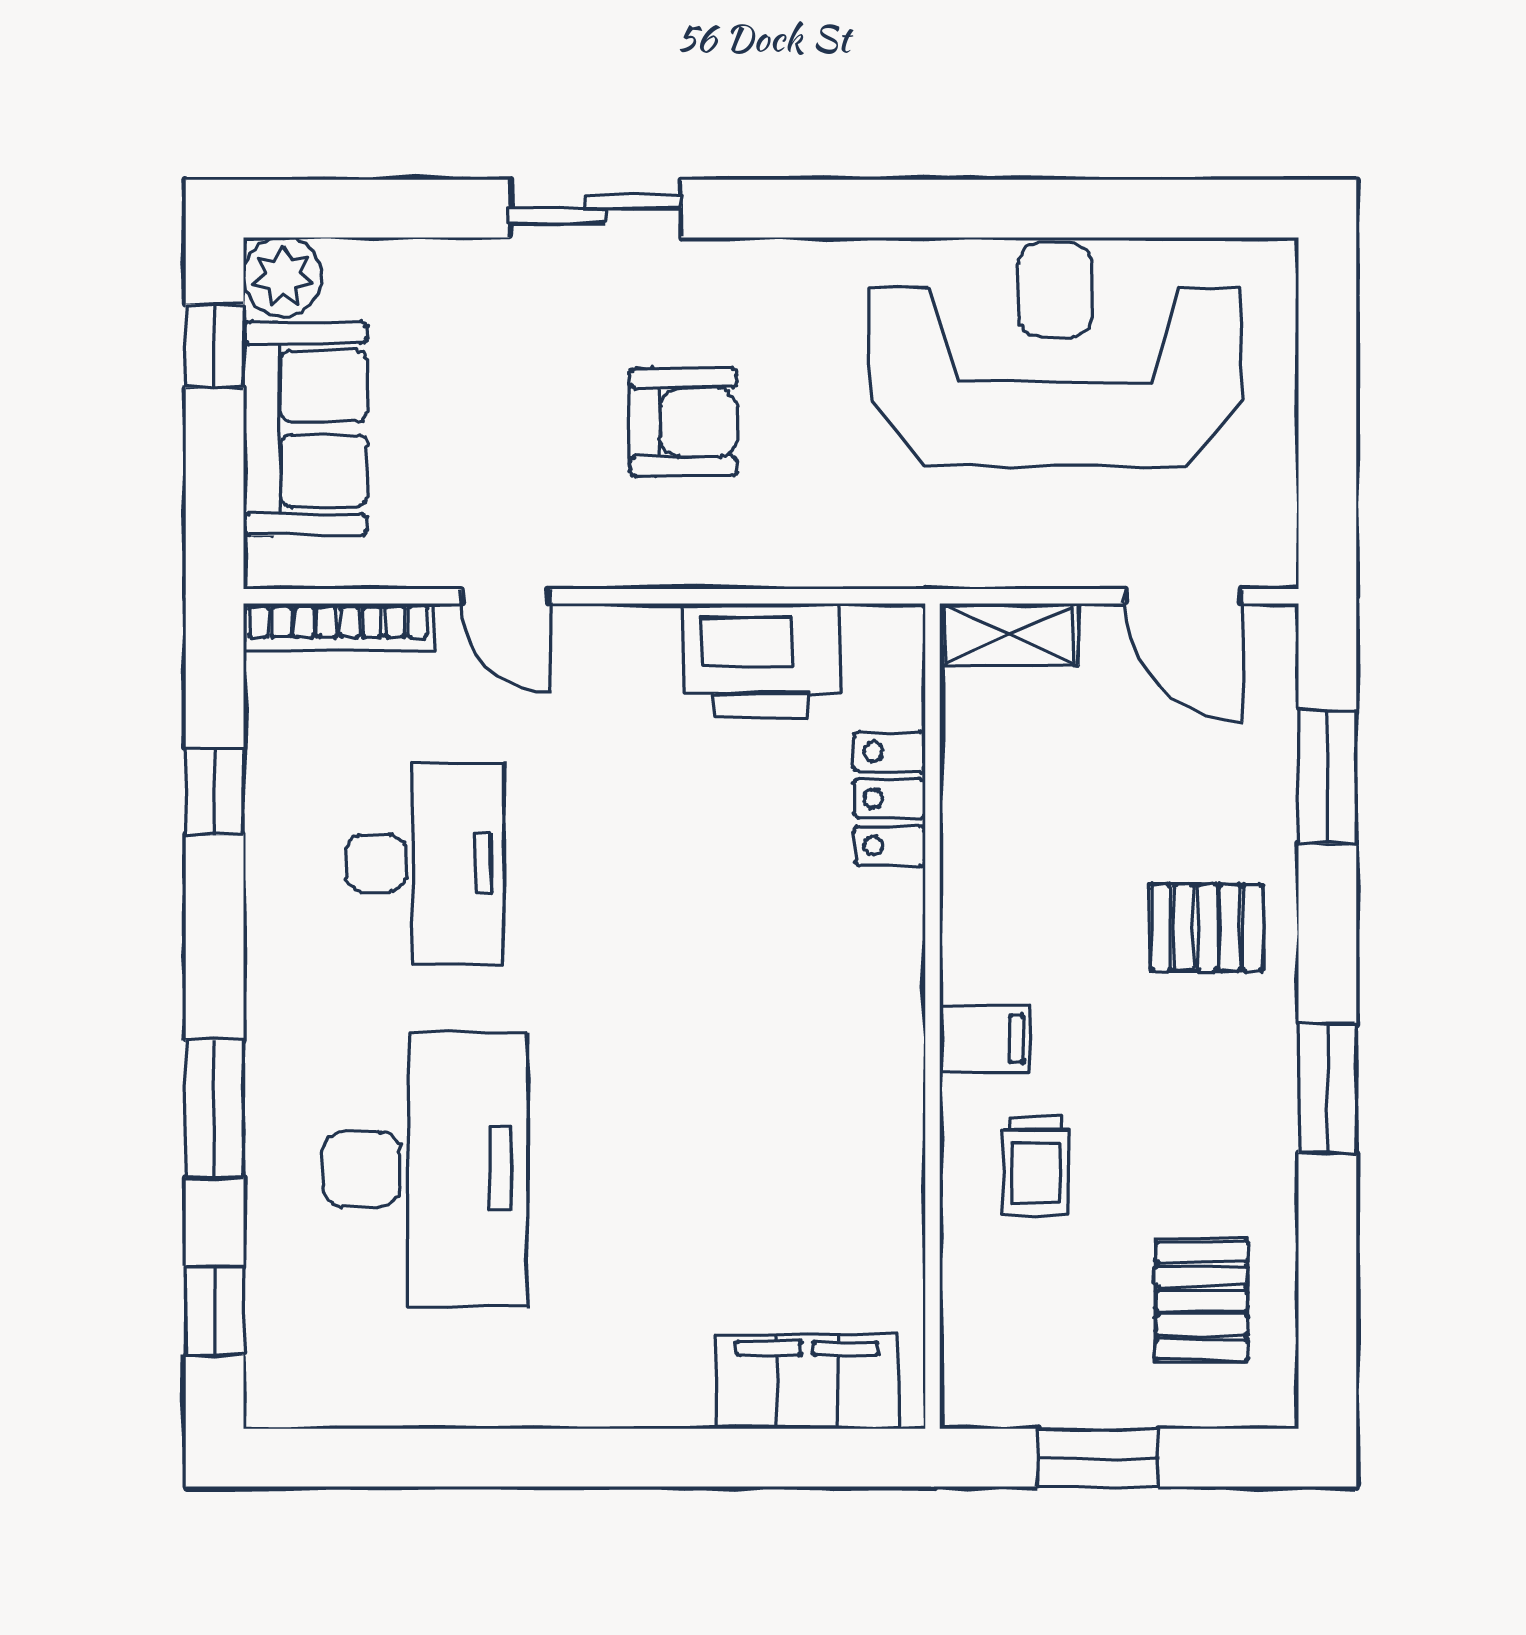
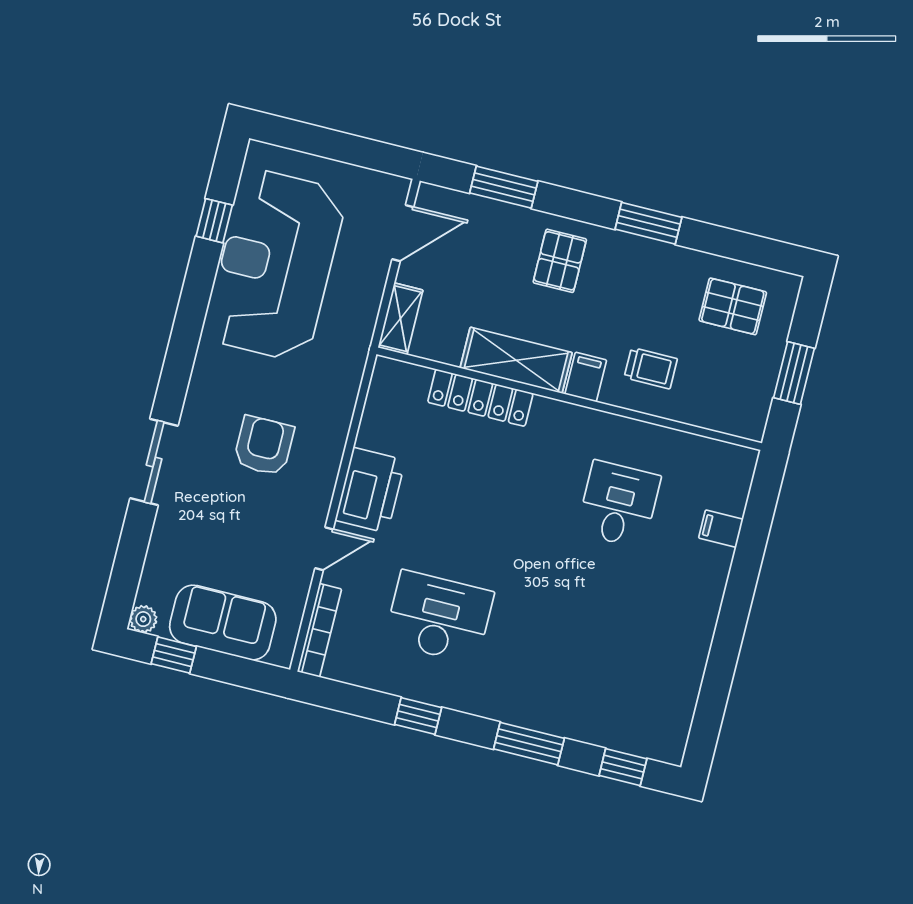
window: (1114, 209) -> (214, 221), added
plant: (283, 277) -> (143, 619), width x0.73, depth x0.73
printer: (761, 660) -> (370, 490), moved
window: (215, 791) -> (418, 716), moved
locker: (890, 799) -> (480, 398), width x1.53
shelving: (984, 890) -> (516, 360), added
desk: (425, 1169) -> (619, 504), moved, width x0.53, depth x0.77
filing cabinet: (807, 1382) -> (721, 529), width x0.33, depth x0.86

